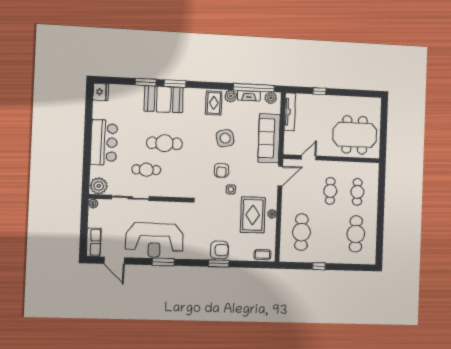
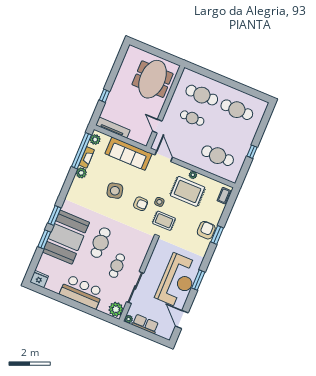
booth: (164, 99) -> (66, 237), width x1.36, depth x1.42
rug: (214, 103) -> (164, 221), moved
cafe table: (357, 192) -> (202, 95), width x1.37, depth x1.35
row of seats: (94, 242) -> (145, 324), moved
door: (114, 261) -> (182, 320), swing flipped

